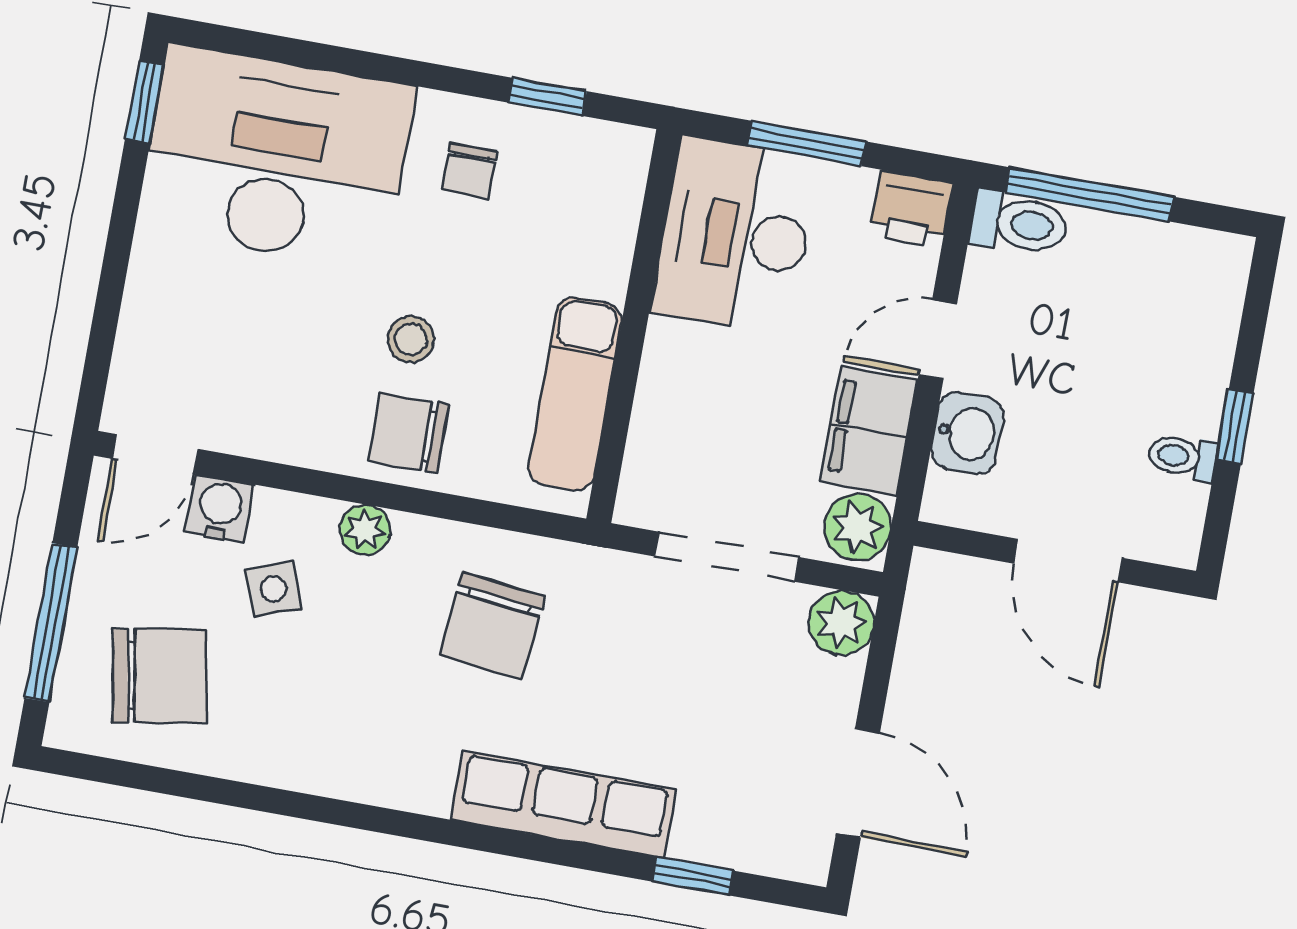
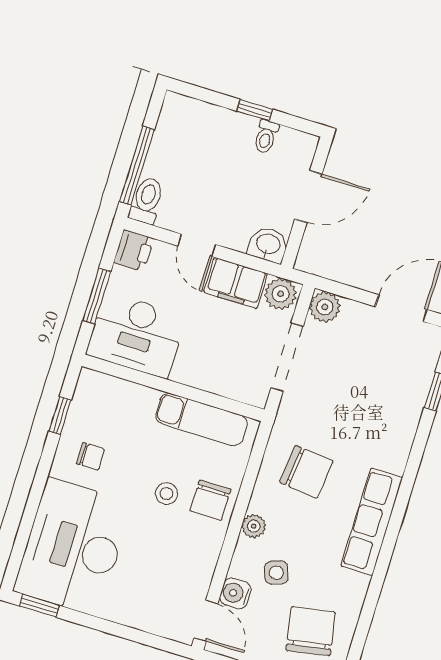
washbasin: (967, 433) -> (268, 245), moved
row of seats: (564, 804) -> (372, 522), moved

